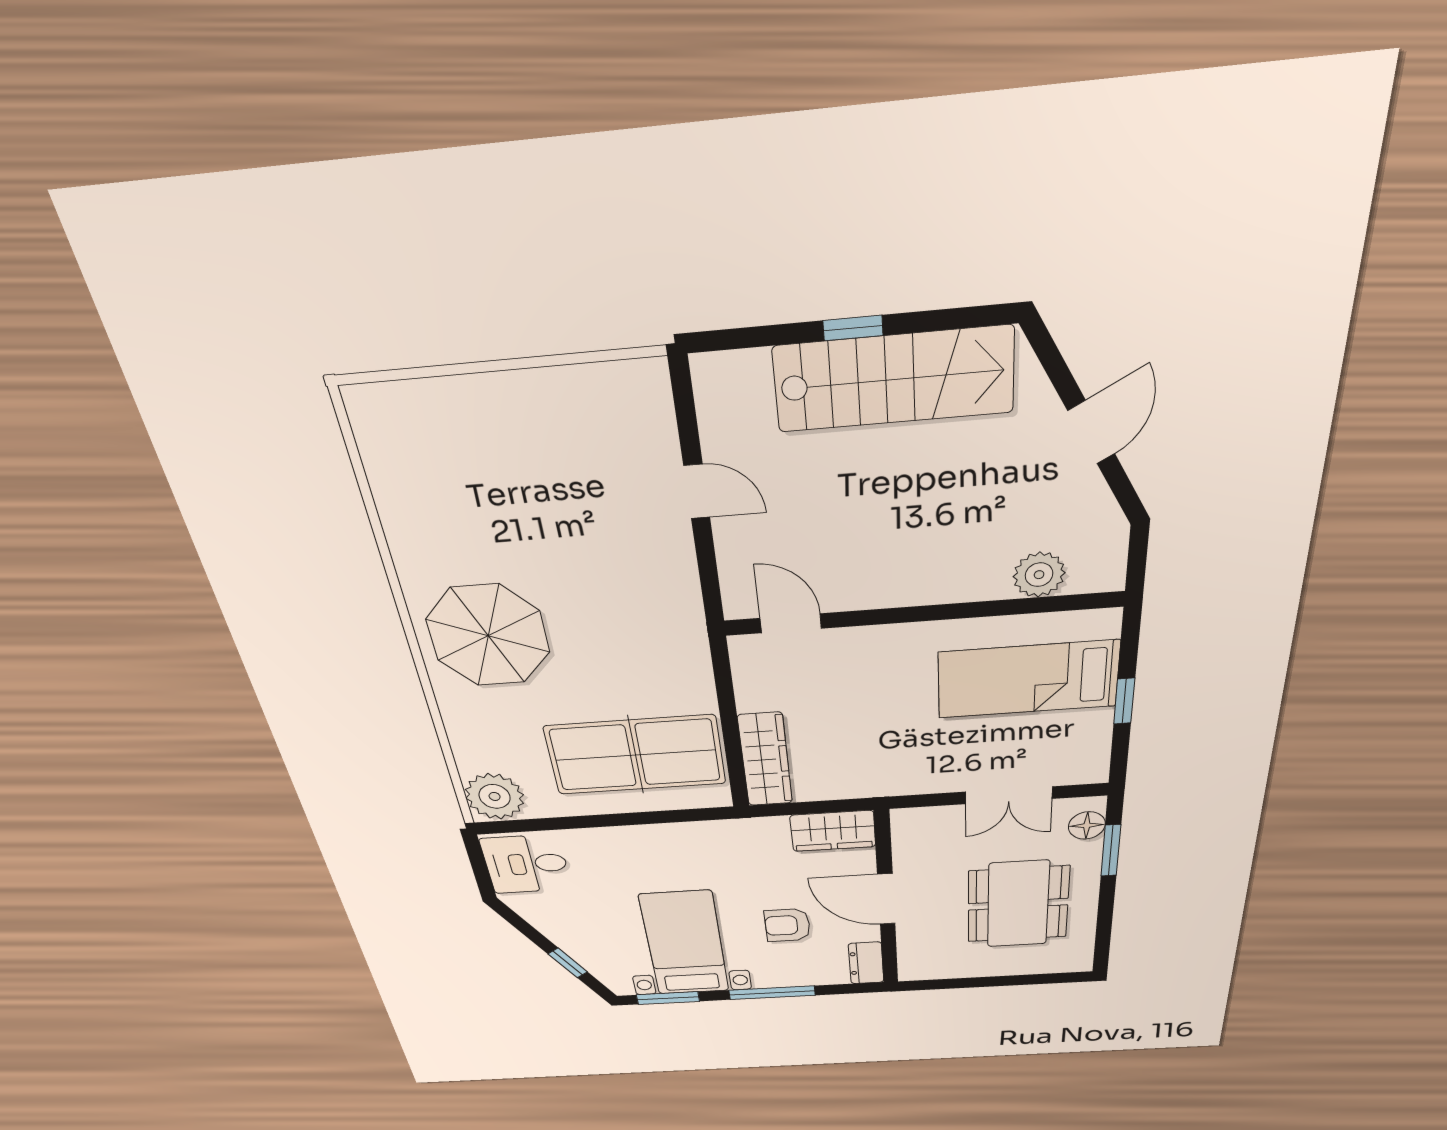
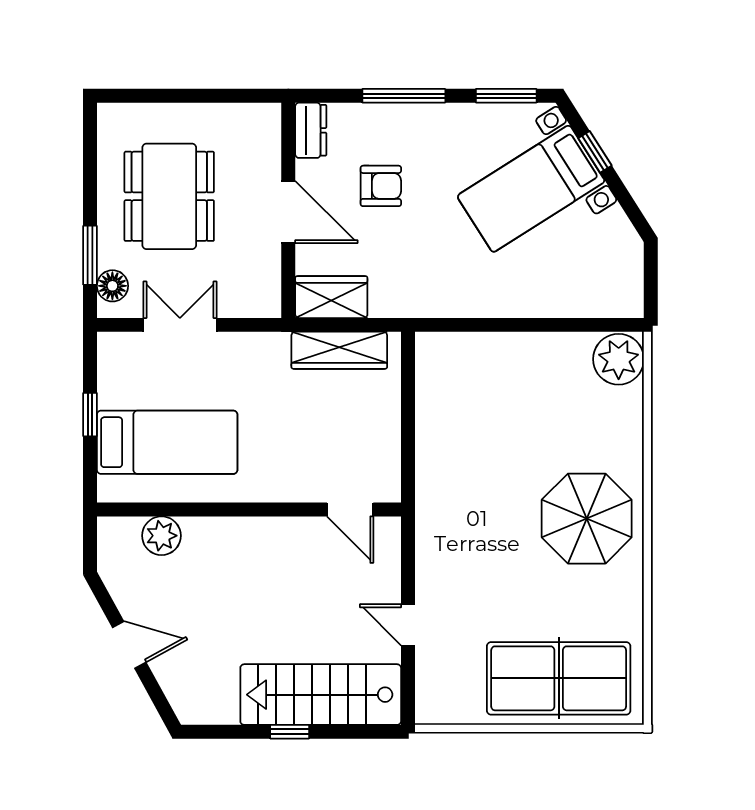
stairs: (894, 379) -> (321, 695), moved
door: (1091, 432) -> (129, 645), swing flipped
table tennis table: (635, 755) -> (559, 678), moved
wardrobe: (765, 760) -> (339, 350), moved, turned -90
desk: (526, 864) -> (608, 280), removed
bed with nightstands: (685, 943) -> (531, 189), moved, turned 58

